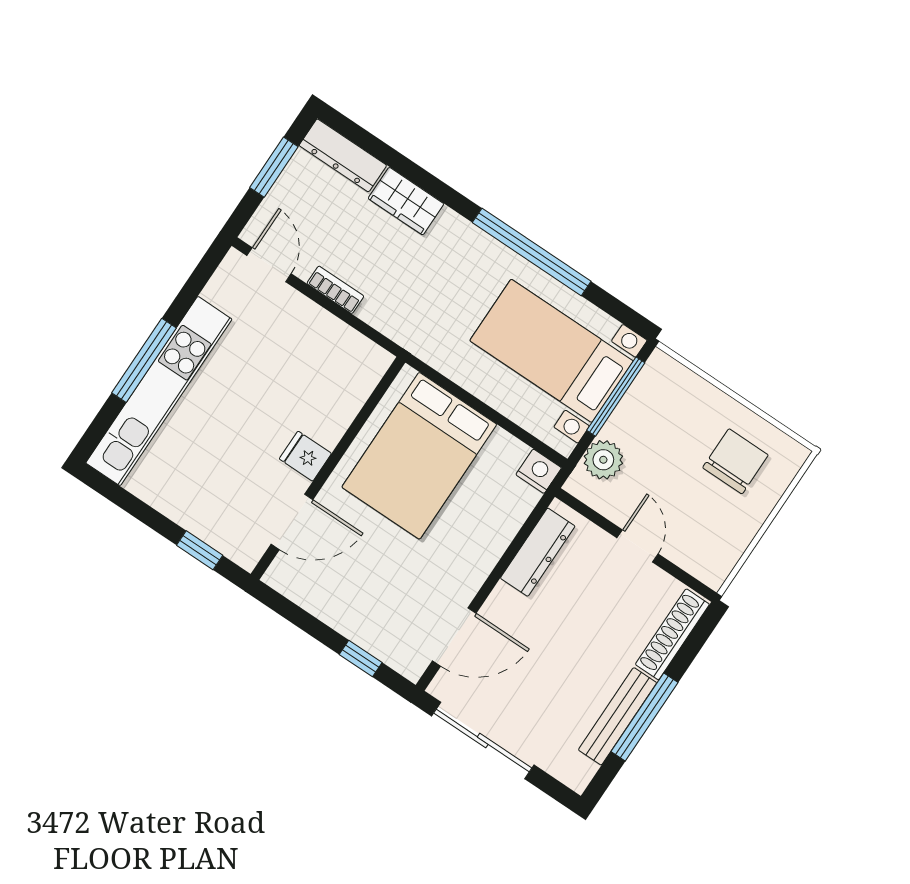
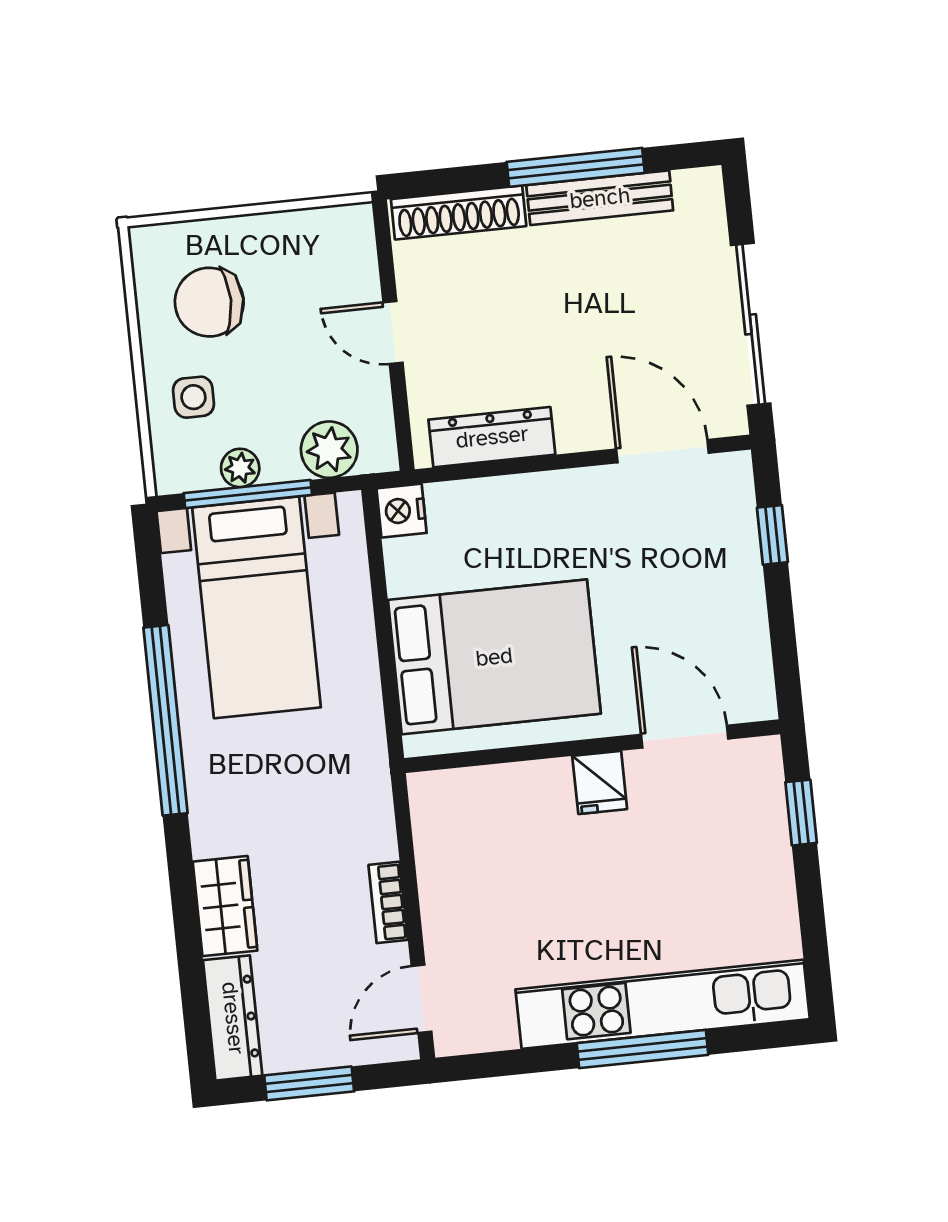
plant: (633, 404) -> (240, 468), added
side table: (692, 411) -> (193, 397), added
door: (637, 546) -> (393, 333), hinge flipped

